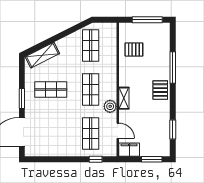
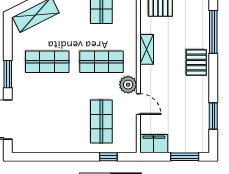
shop shelf: (91, 90) -> (101, 62), turned 90
shelving: (124, 98) -> (147, 49), moved
door: (118, 131) -> (138, 104), moved

